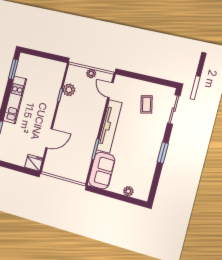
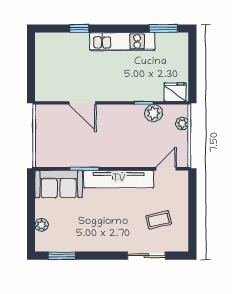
plant: (91, 73) -> (182, 124), moved
sliding door: (174, 110) -> (146, 256), moved
window: (163, 153) -> (62, 256), moved
fridge: (34, 163) -> (175, 92), moved, turned -90

